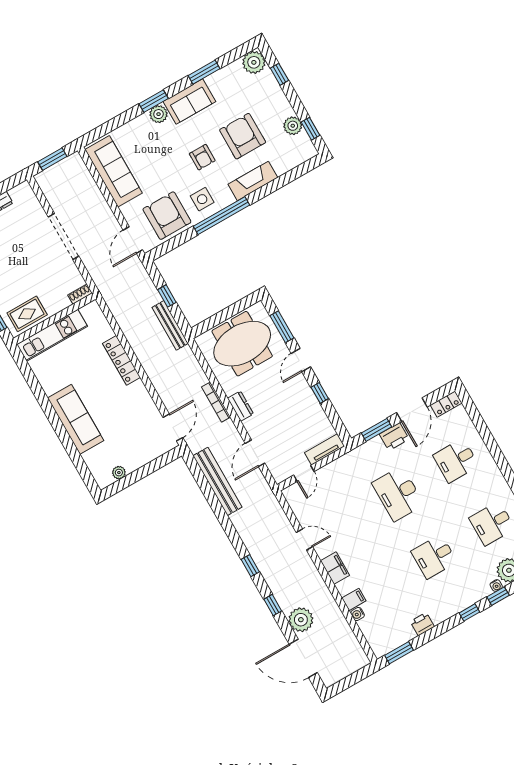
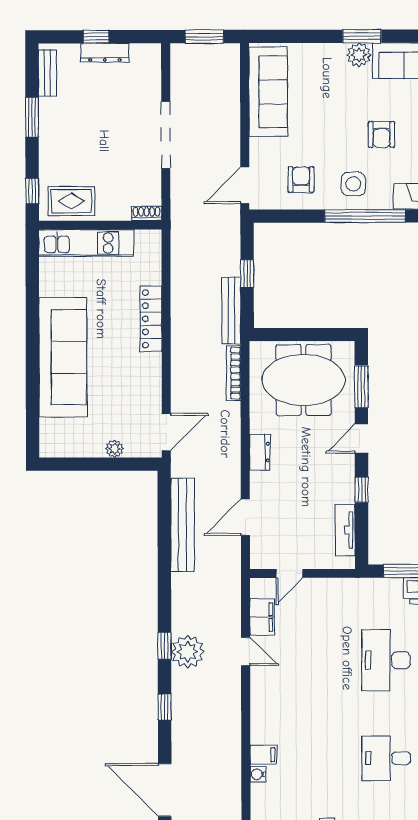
armchair: (167, 216) -> (301, 179), width x0.53, depth x0.53
bookcase: (216, 402) -> (234, 373), moved
sofa: (76, 419) -> (63, 357), width x1.36, depth x1.27
tv unit: (324, 449) -> (345, 530), moved, turned -90
plant: (119, 473) -> (115, 449), moved
filing cabinet: (335, 568) -> (262, 617), moved
plant: (301, 620) -> (188, 652), moved

